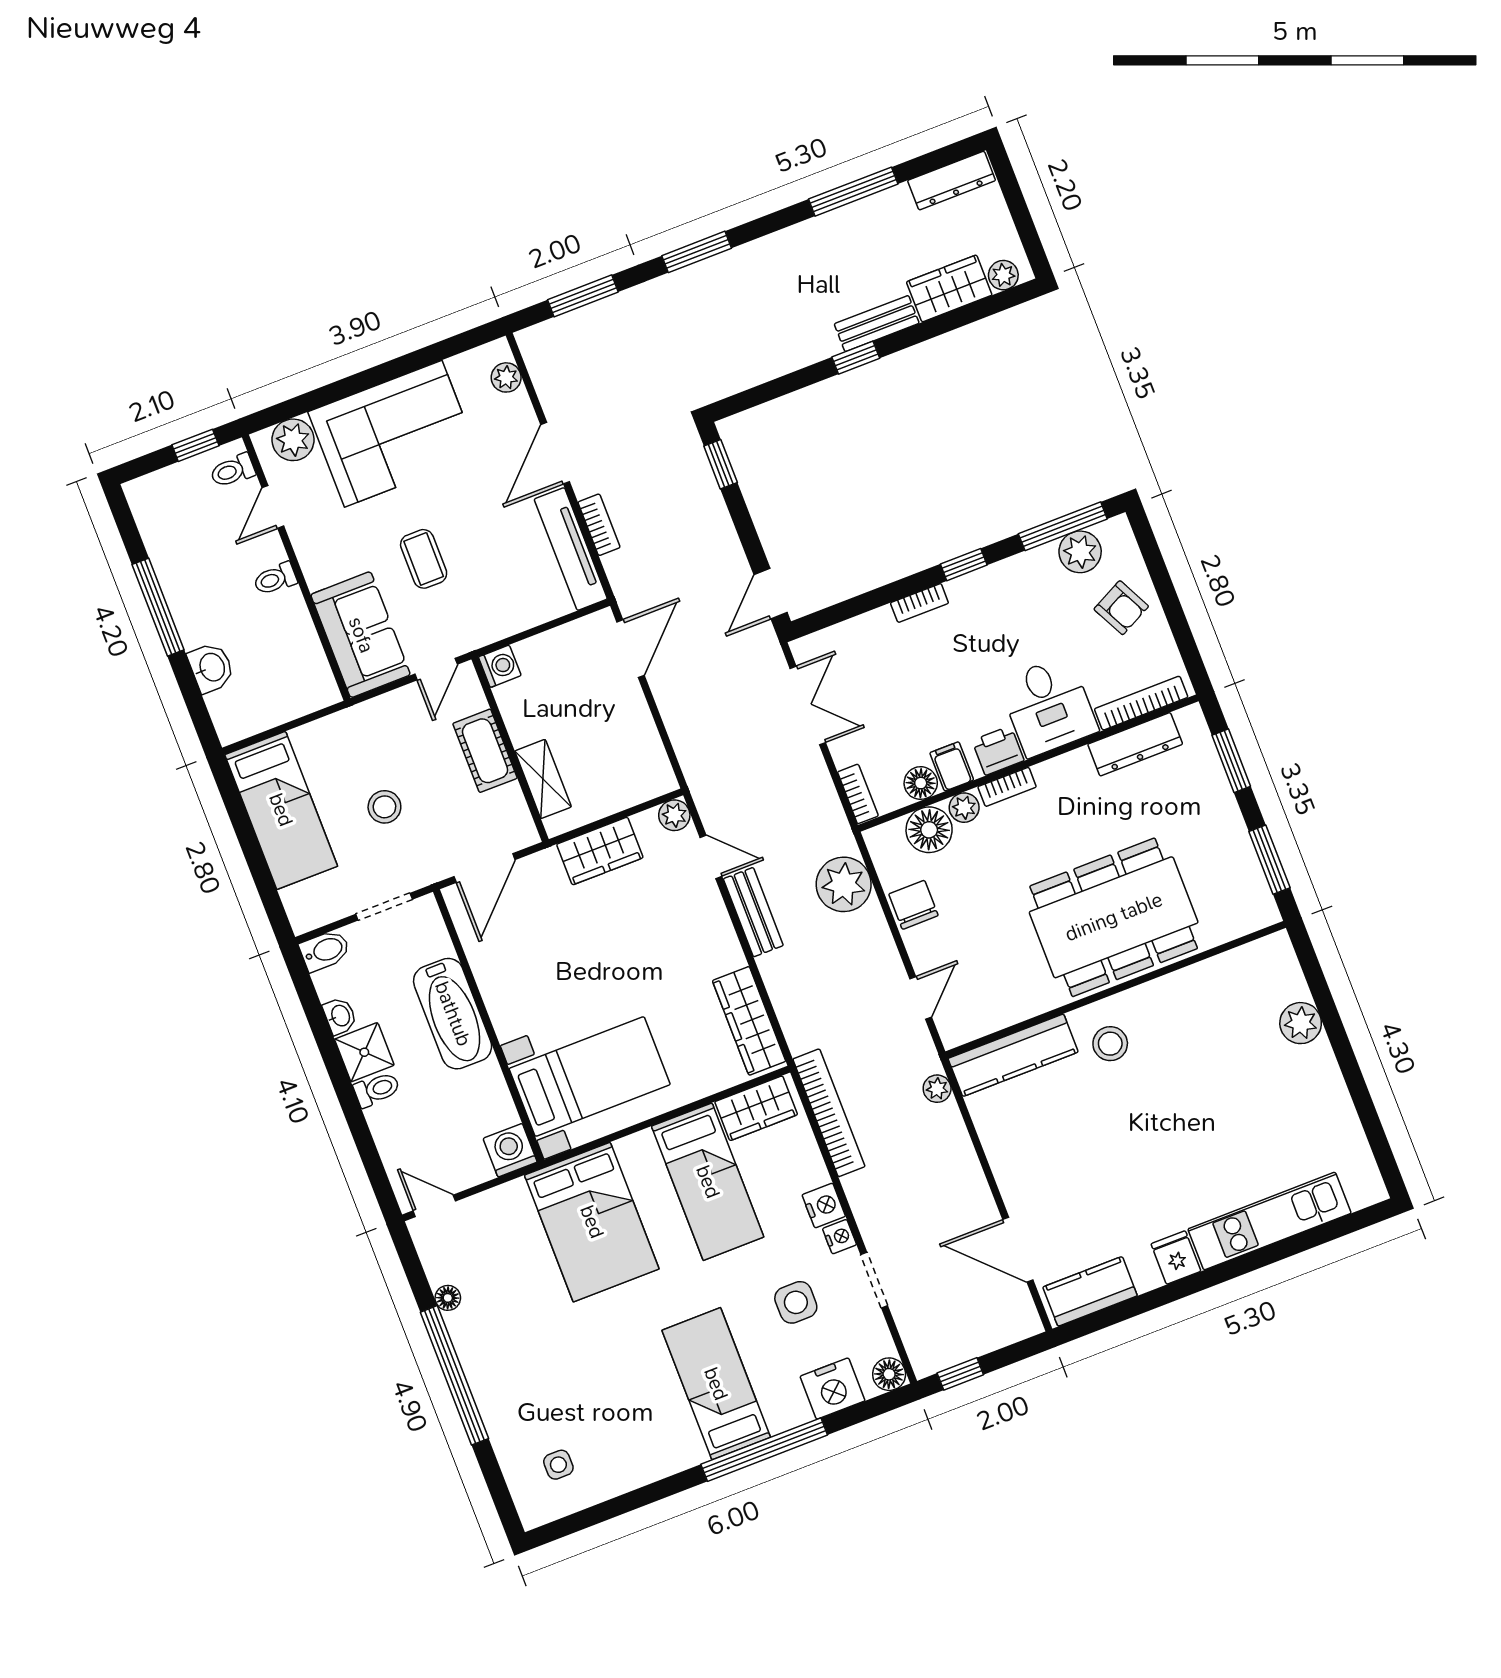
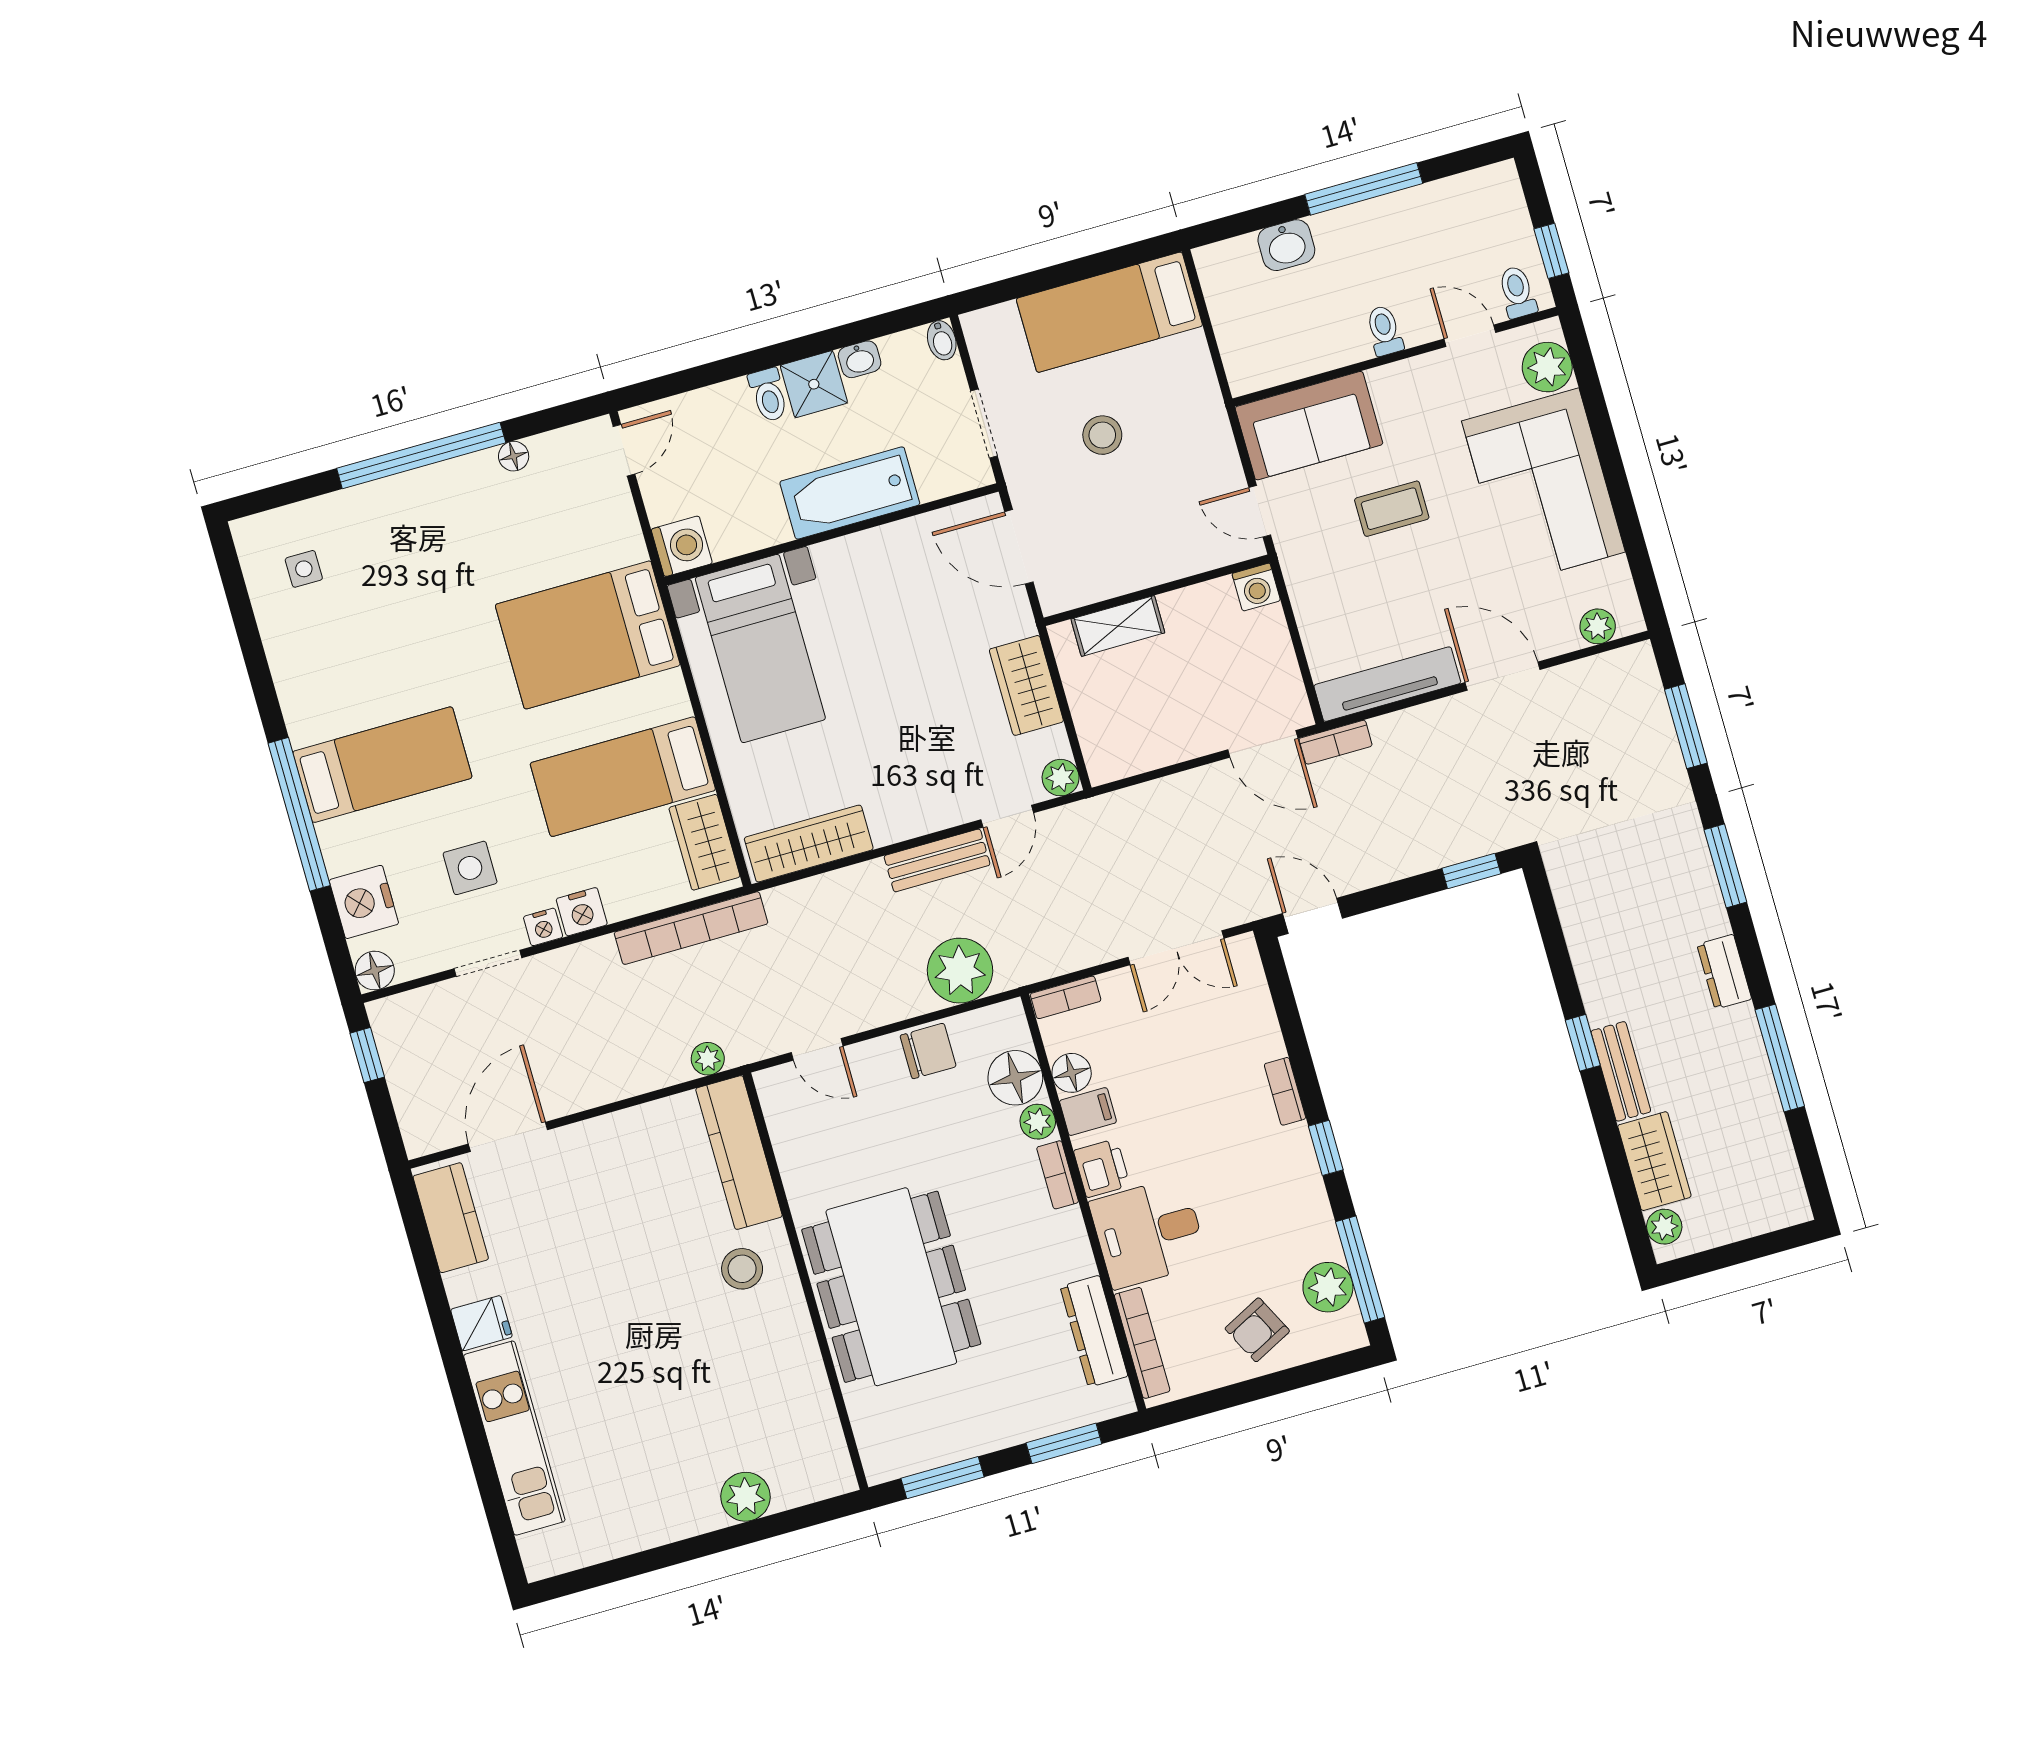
dresser: (952, 181) -> (1724, 972), moved, width x0.70
bookcase: (599, 525) -> (1336, 742), moved
cot: (485, 751) -> (1158, 560), removed
bidet: (325, 950) -> (942, 340), width x0.72, depth x0.74

